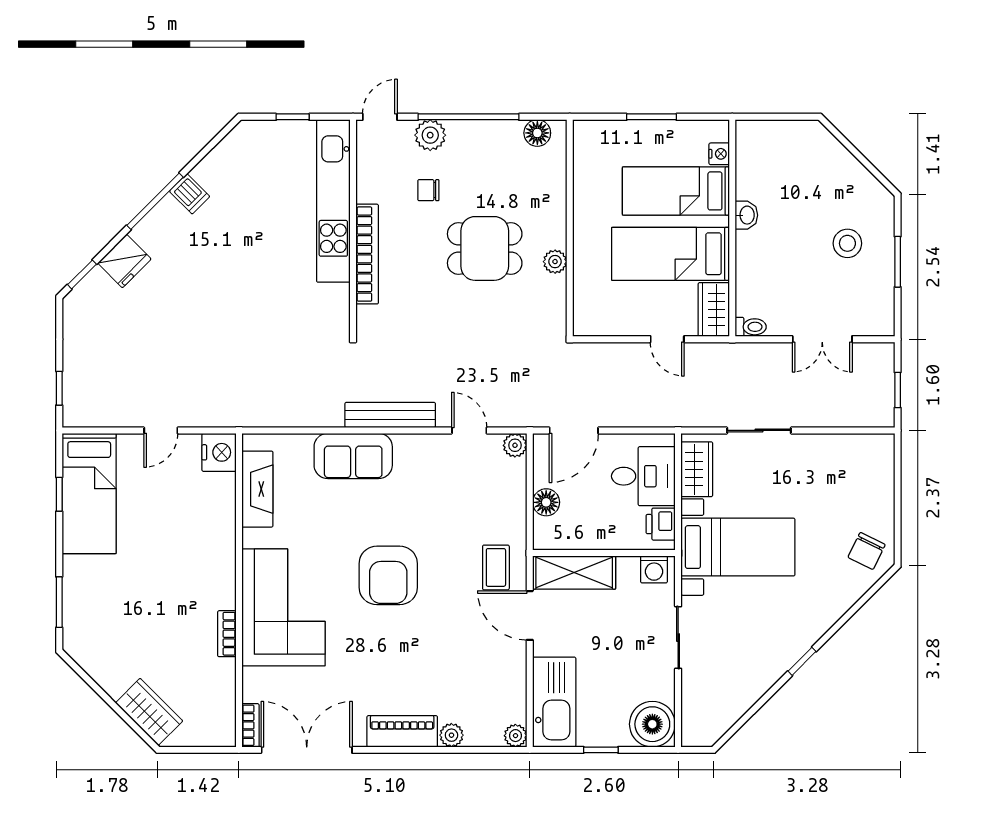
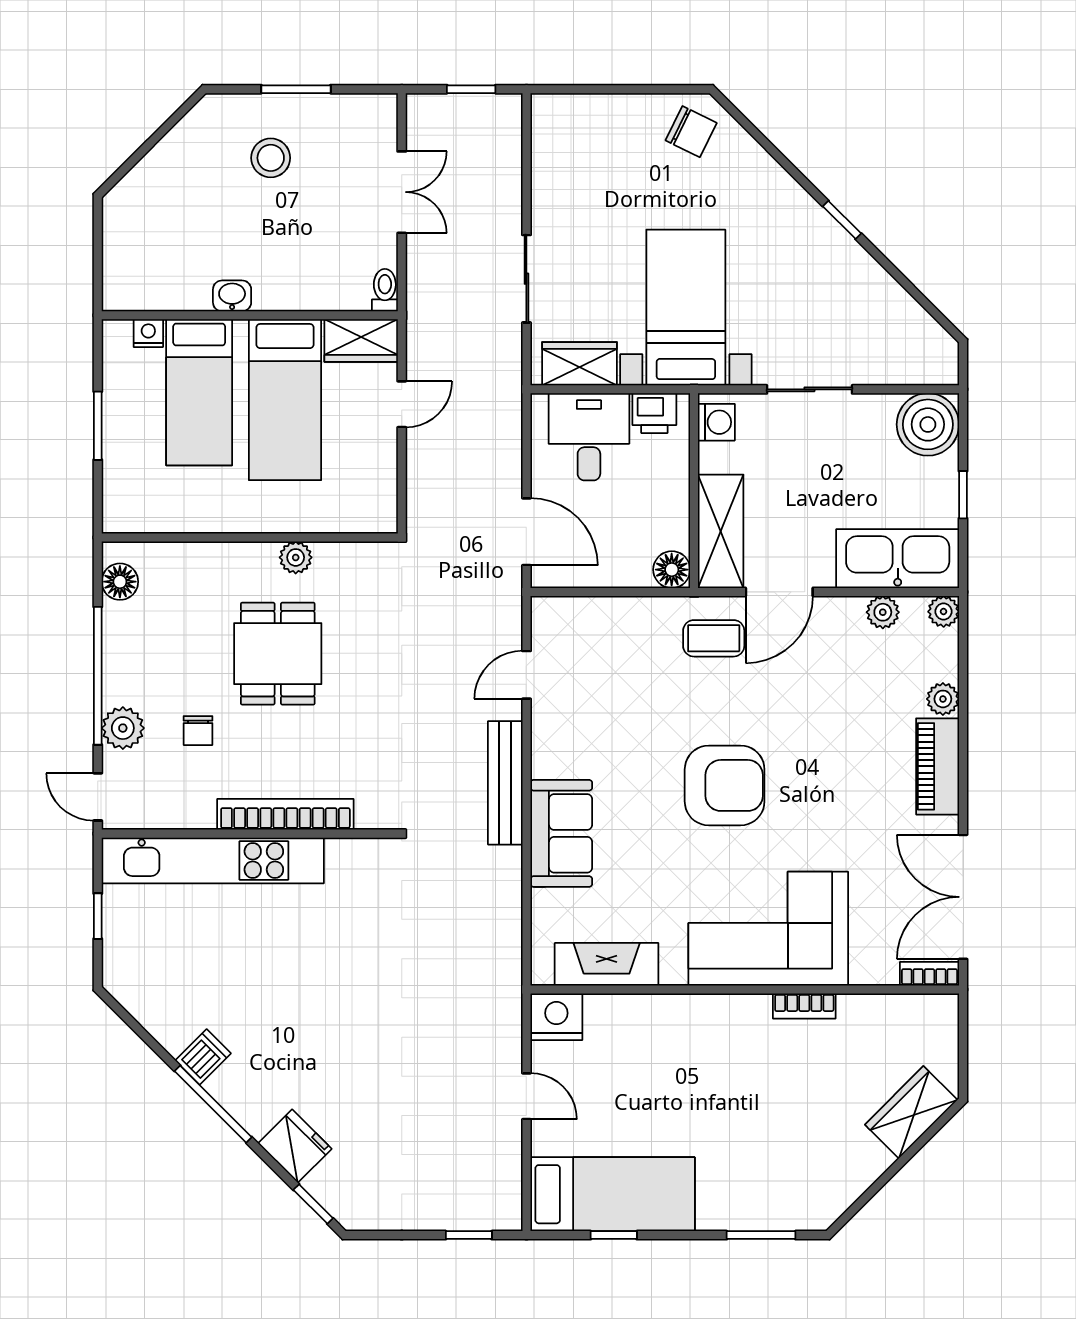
plant: (515, 445) -> (883, 612), moved
floor lamp: (546, 502) -> (672, 570), moved

